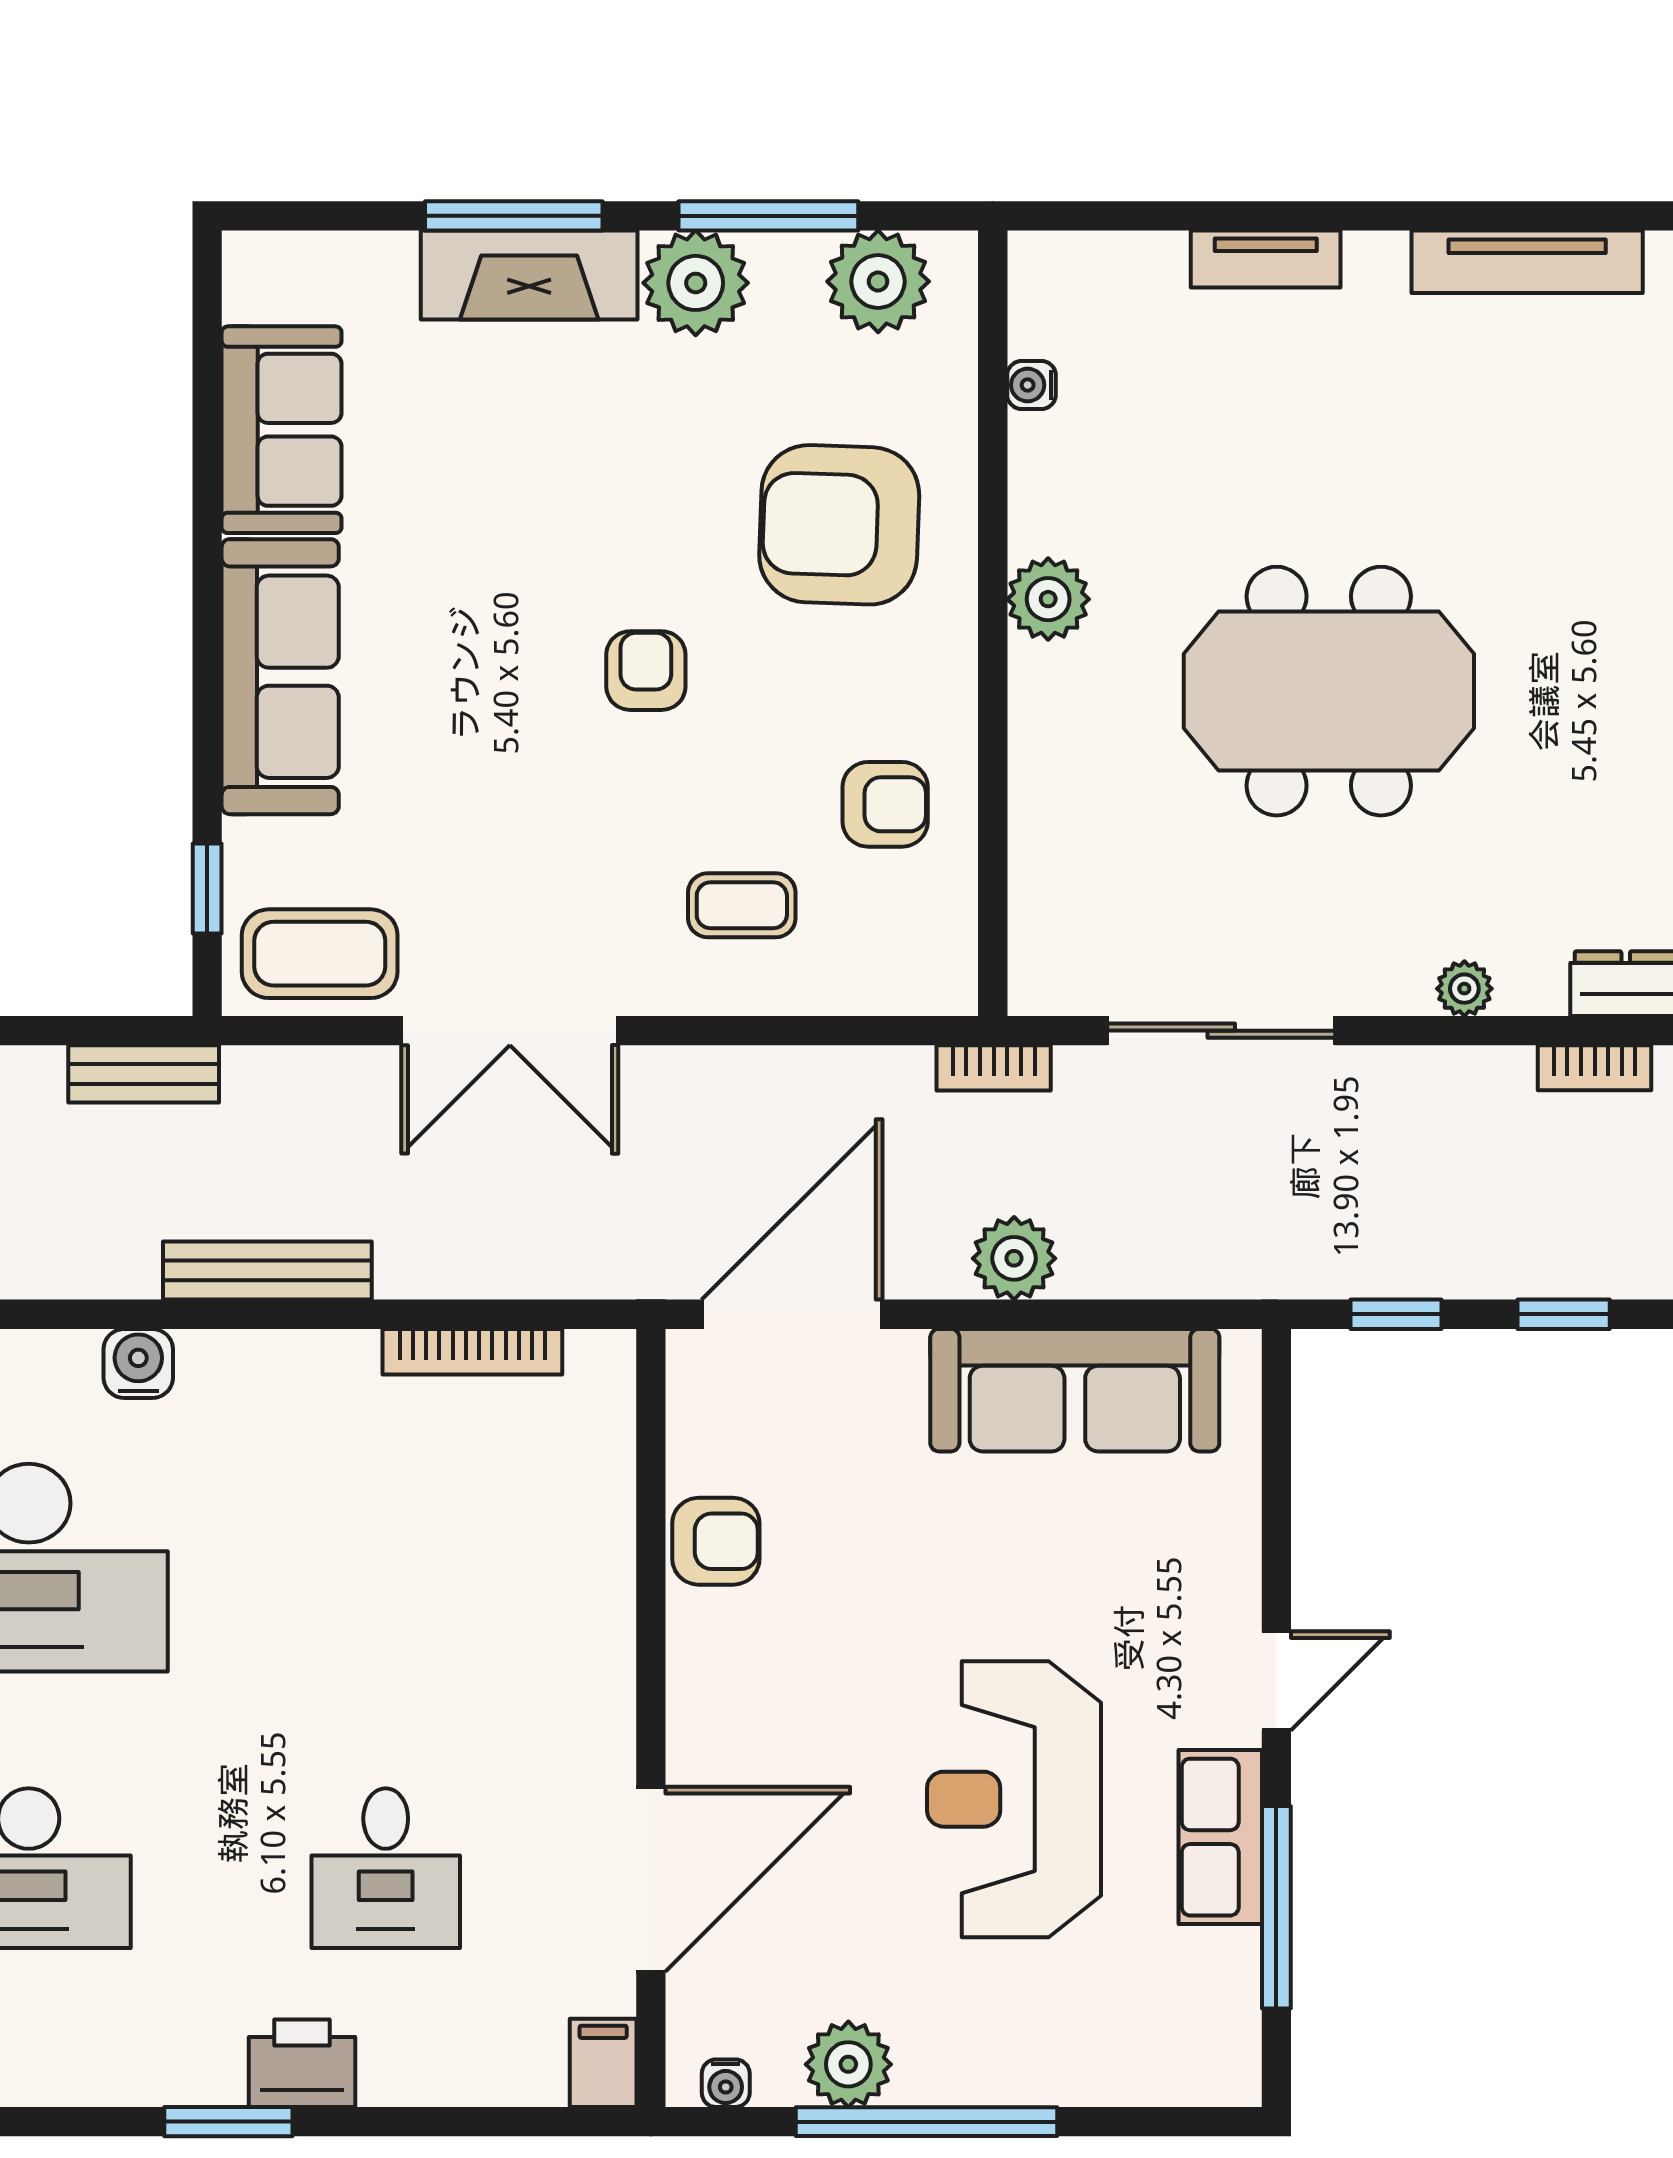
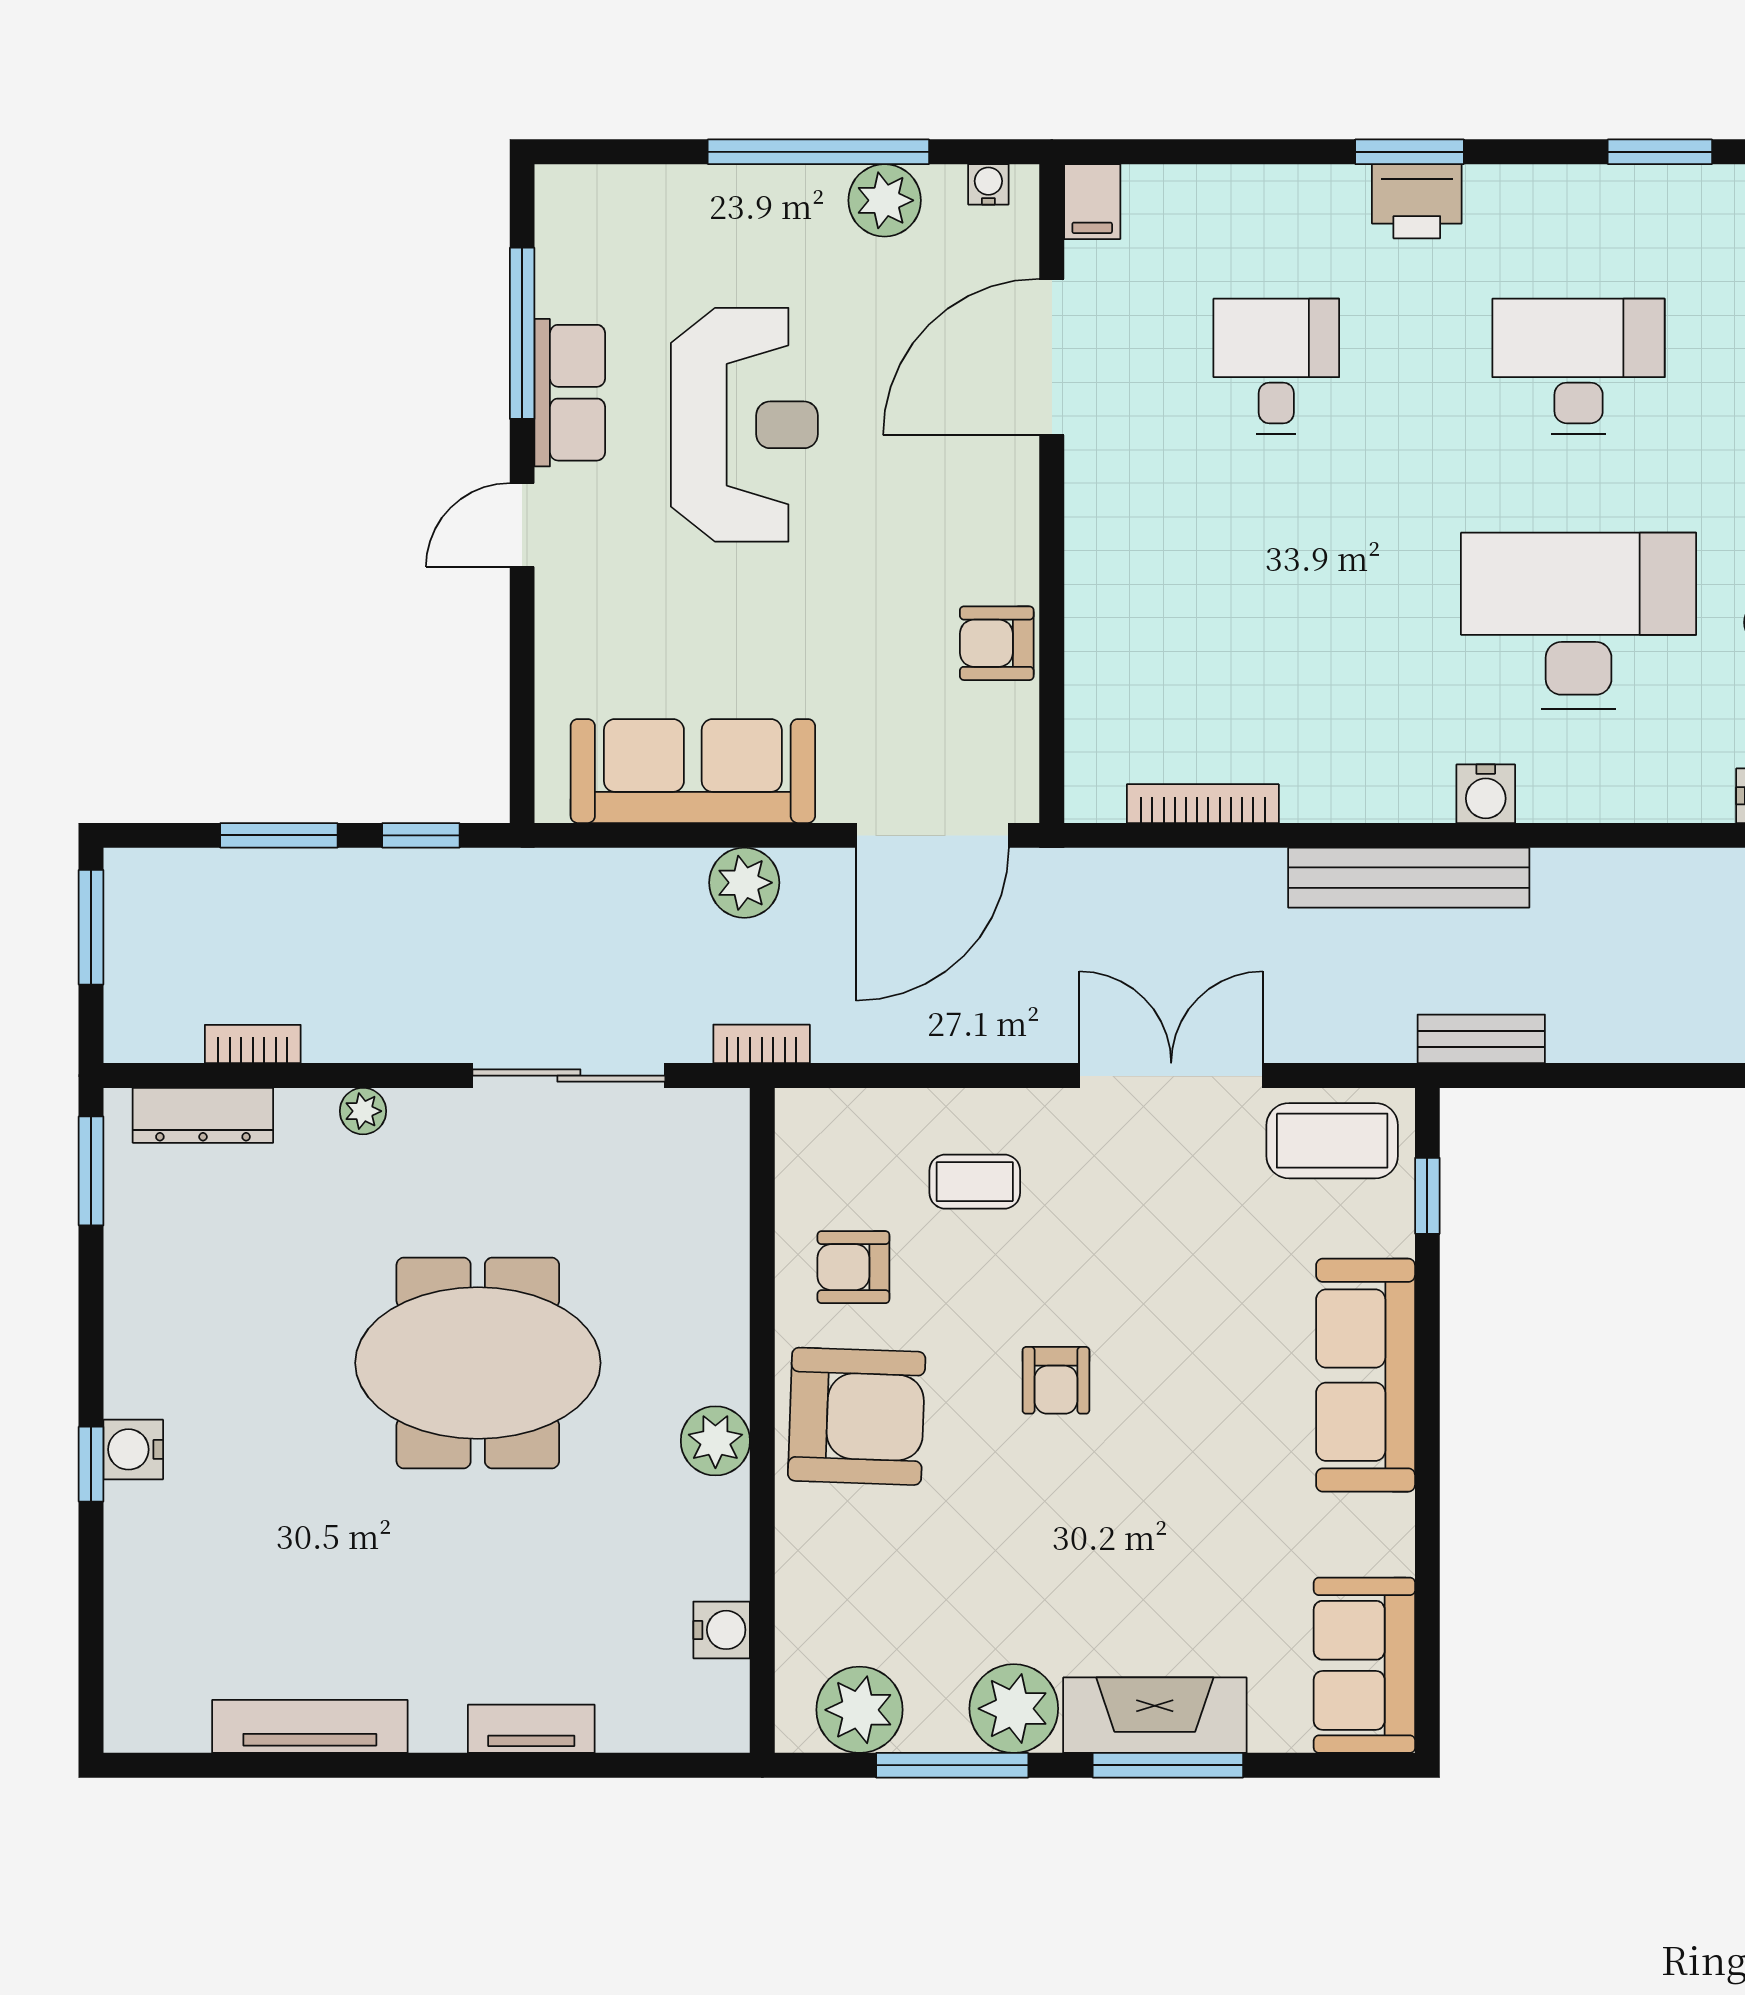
water cooler: (1031, 385) -> (722, 1630), width x1.38, depth x1.38
sofa: (282, 430) -> (1364, 1665), moved
armchair: (839, 525) -> (857, 1416), moved
bench: (267, 1271) -> (1409, 878), width x1.37, depth x1.21
window: (1564, 1314) -> (279, 835), width x1.50
printer: (302, 2063) -> (1417, 201), moved

